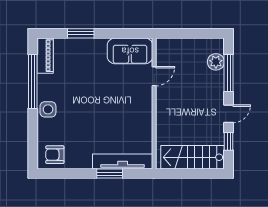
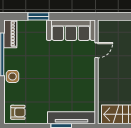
sofa: (130, 51) -> (71, 30), width x1.36
armchair: (55, 155) -> (18, 112), turned 180

